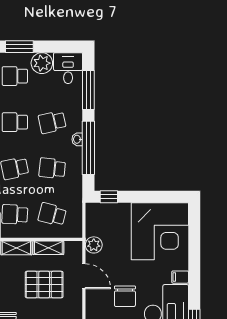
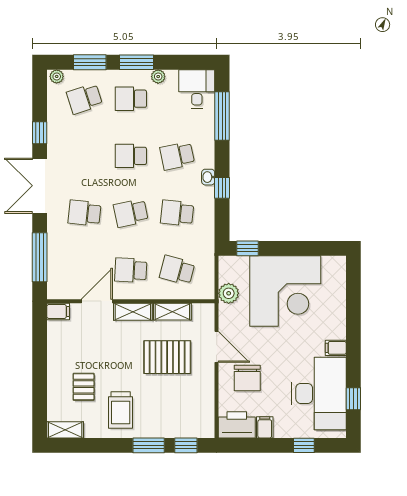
plant: (42, 63) -> (158, 77), width x0.53, depth x0.53
window: (88, 148) -> (222, 188), width x0.32
corner desk: (160, 231) -> (285, 291), moved
plant: (94, 245) -> (229, 293), moved
chair: (125, 296) -> (247, 378), moved

